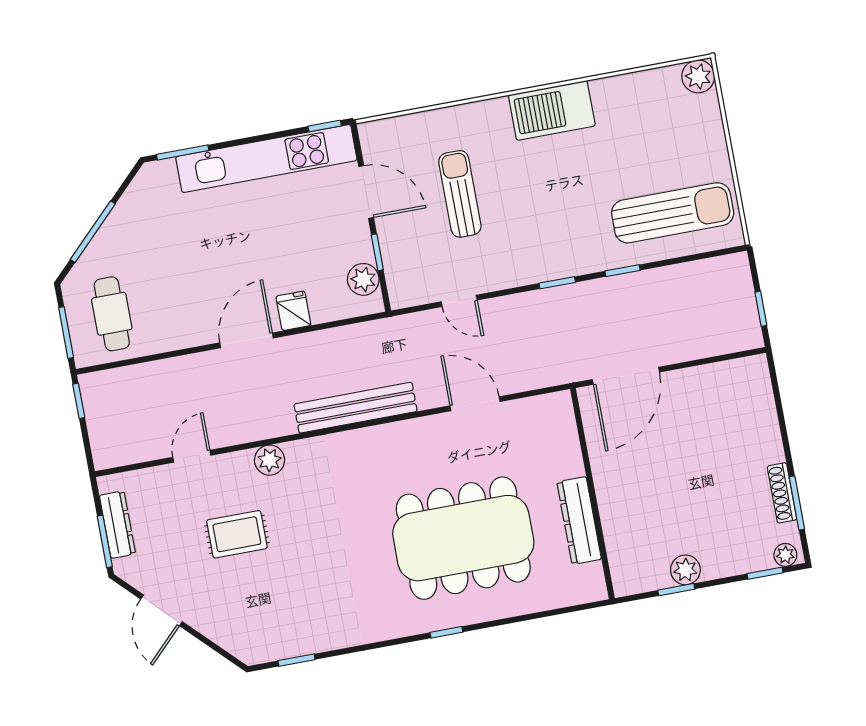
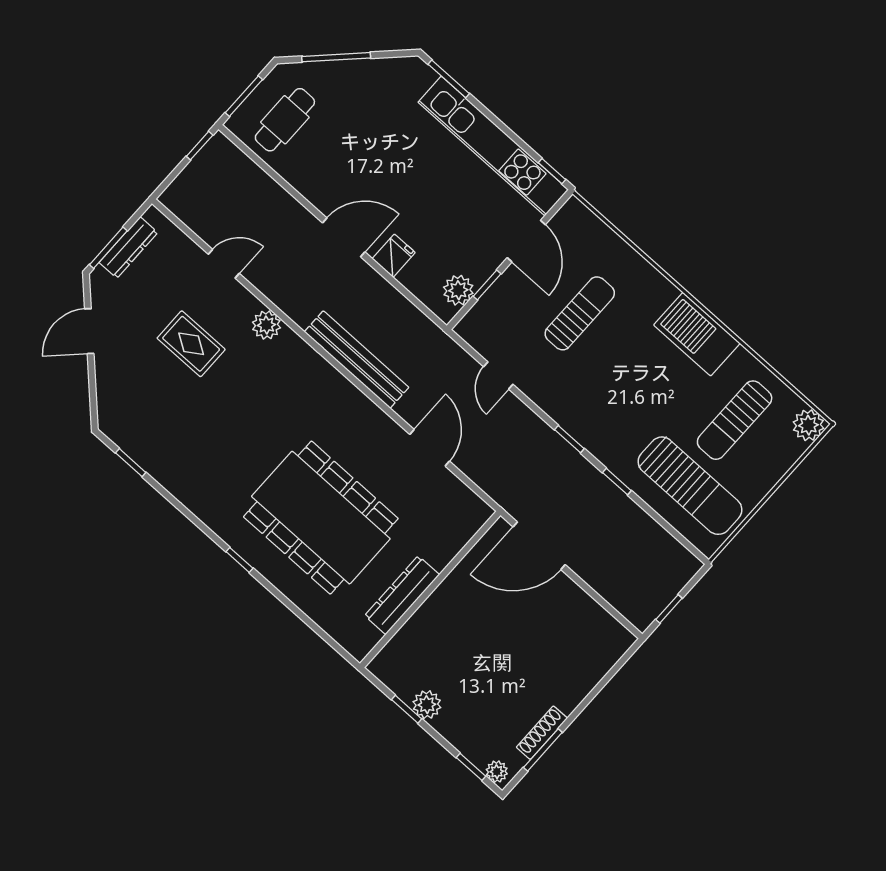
sun lounger: (647, 134) -> (735, 420), added

